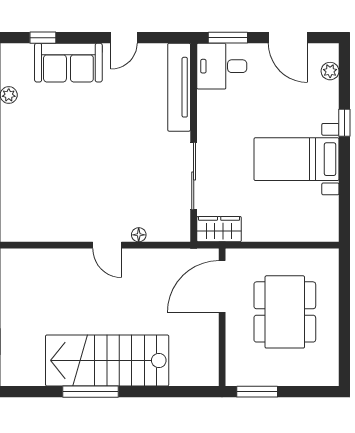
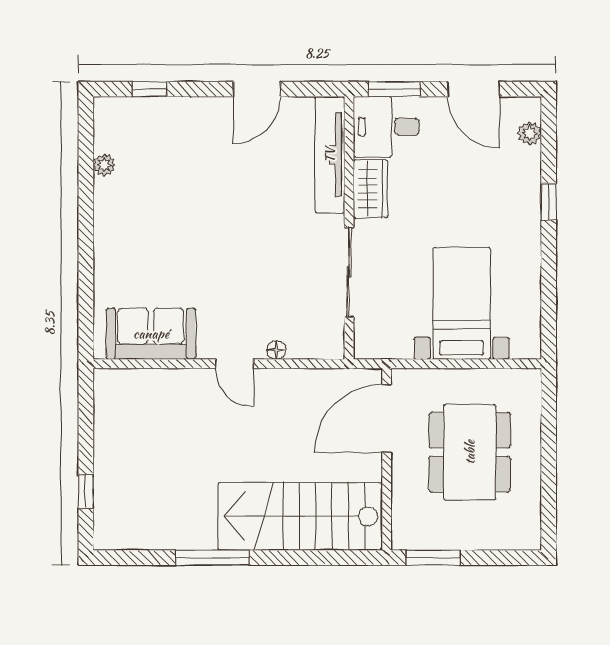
door: (124, 38) -> (257, 89), width x1.38
sofa: (68, 63) -> (151, 334), moved, turned 180
bed with nightstands: (296, 159) -> (462, 303), moved, turned 90
wardrobe: (219, 229) -> (370, 189), moved, turned 90
stairs: (107, 360) -> (300, 516), moved

